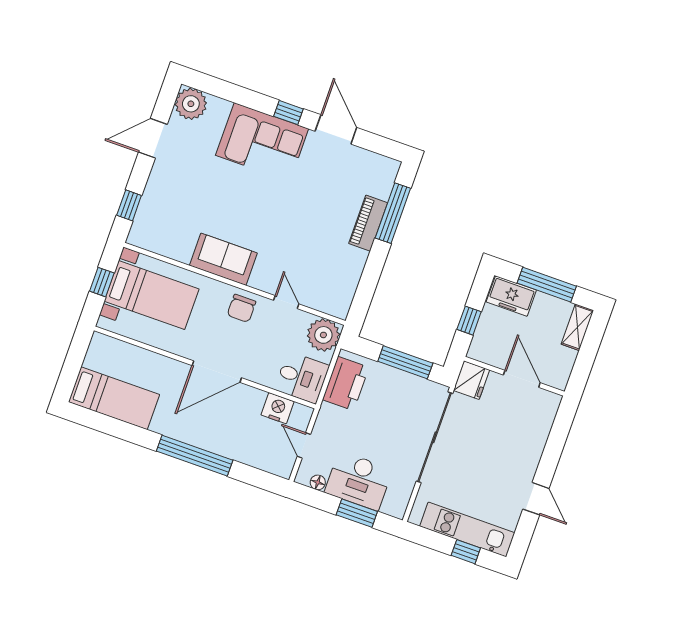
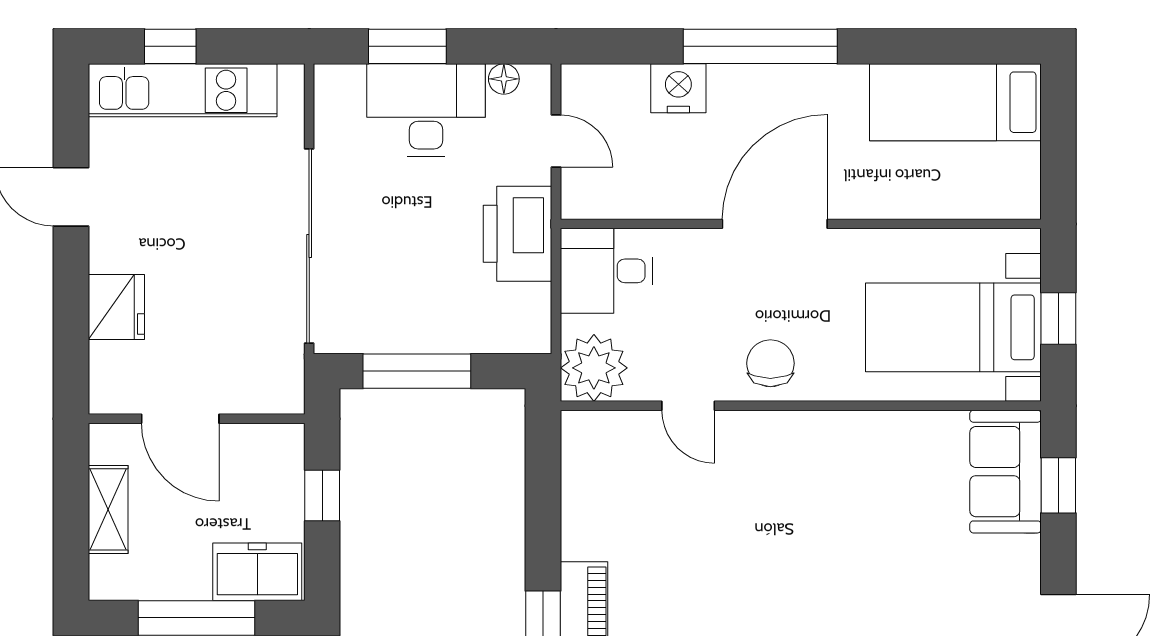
sofa: (223, 259) -> (1005, 472), moved, turned 90
shelving: (577, 327) -> (108, 509), moved
fridge: (471, 380) -> (116, 307), moved, turned 180
printer: (346, 384) -> (517, 234), moved
nightstand: (278, 408) -> (678, 88), moved, turned 180

